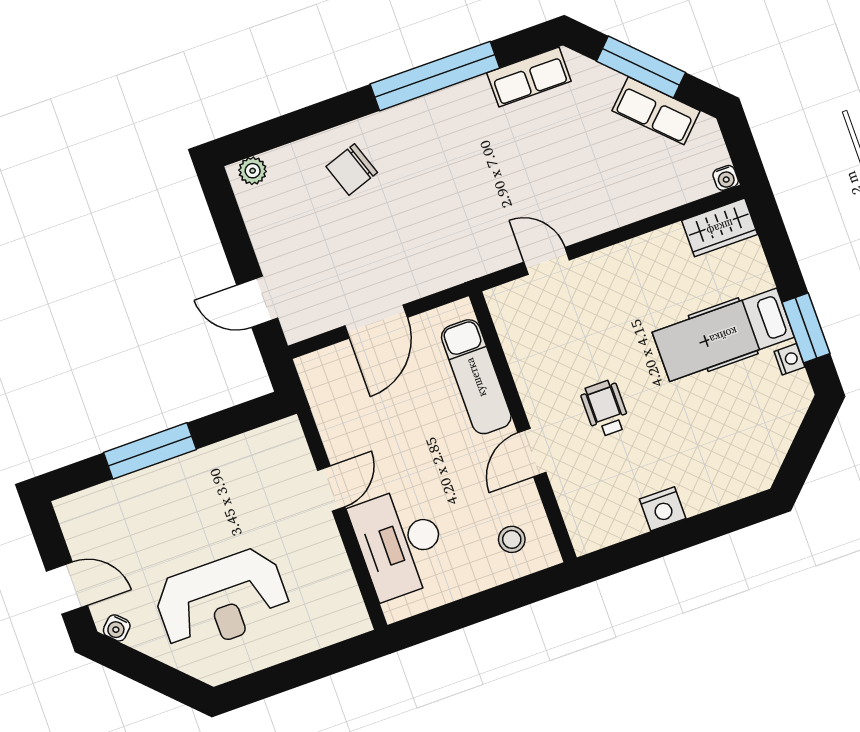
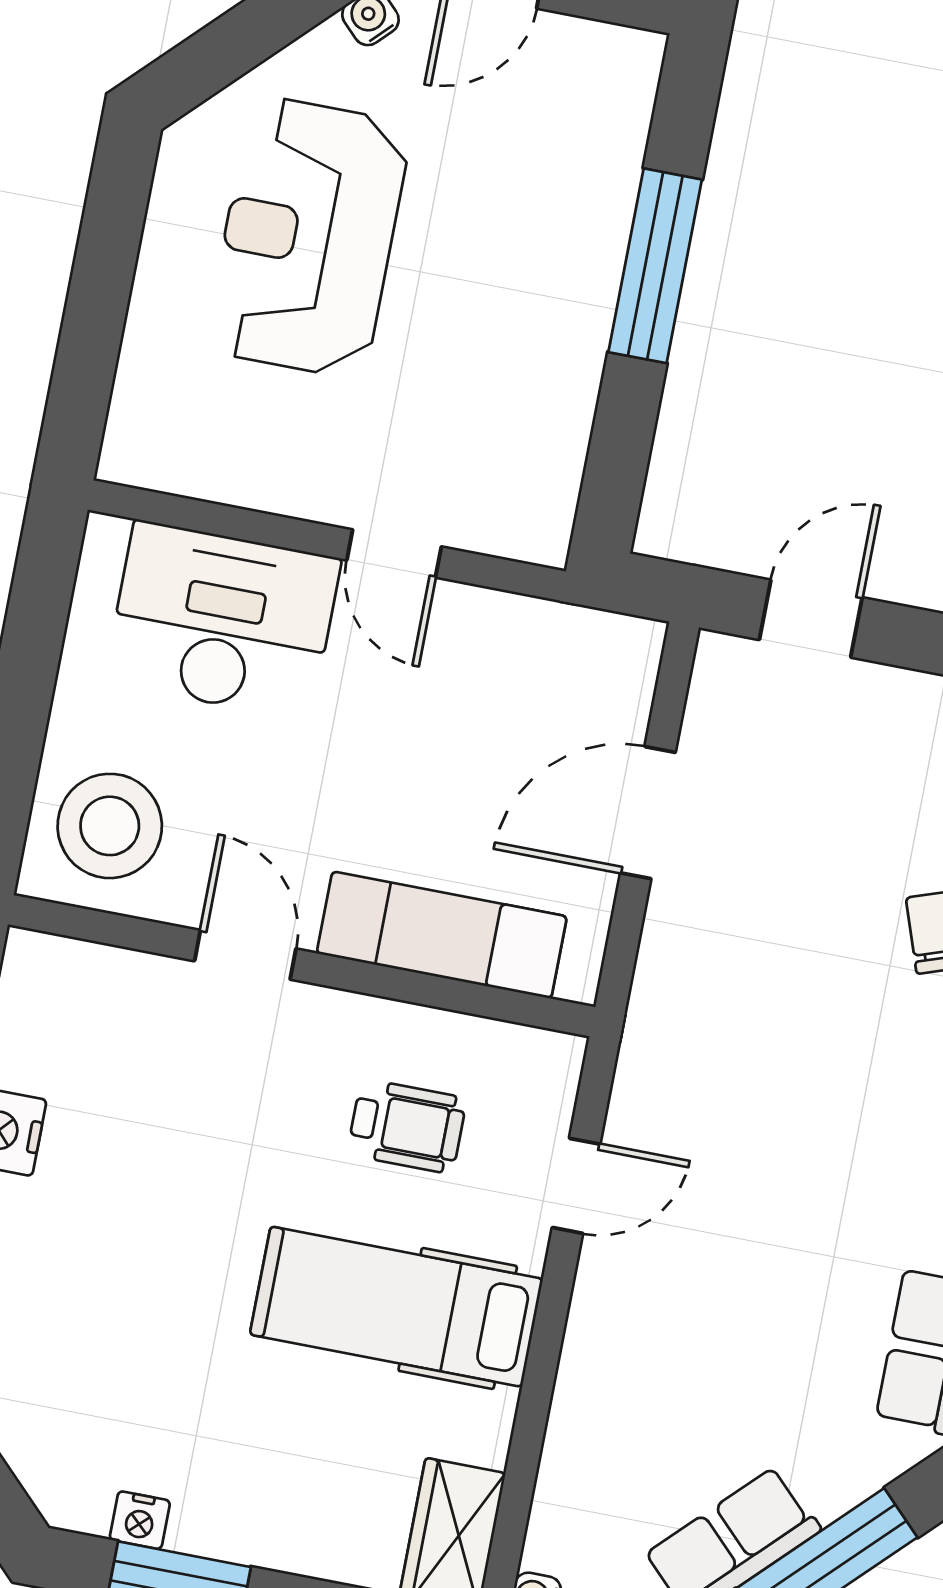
door: (376, 322) -> (648, 813), hinge flipped
hospital bed: (723, 335) -> (396, 1307), moved, turned -90
wheelchair: (605, 408) -> (407, 1126), moved
stool: (512, 539) -> (110, 826), width x1.89, depth x1.89

